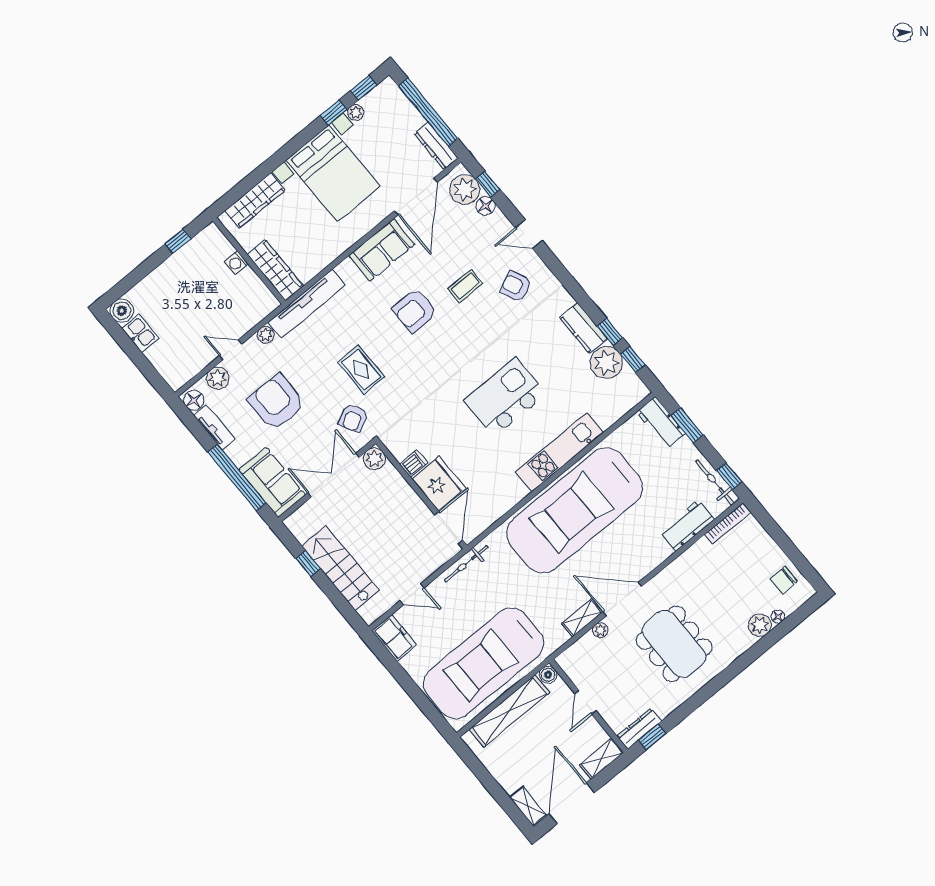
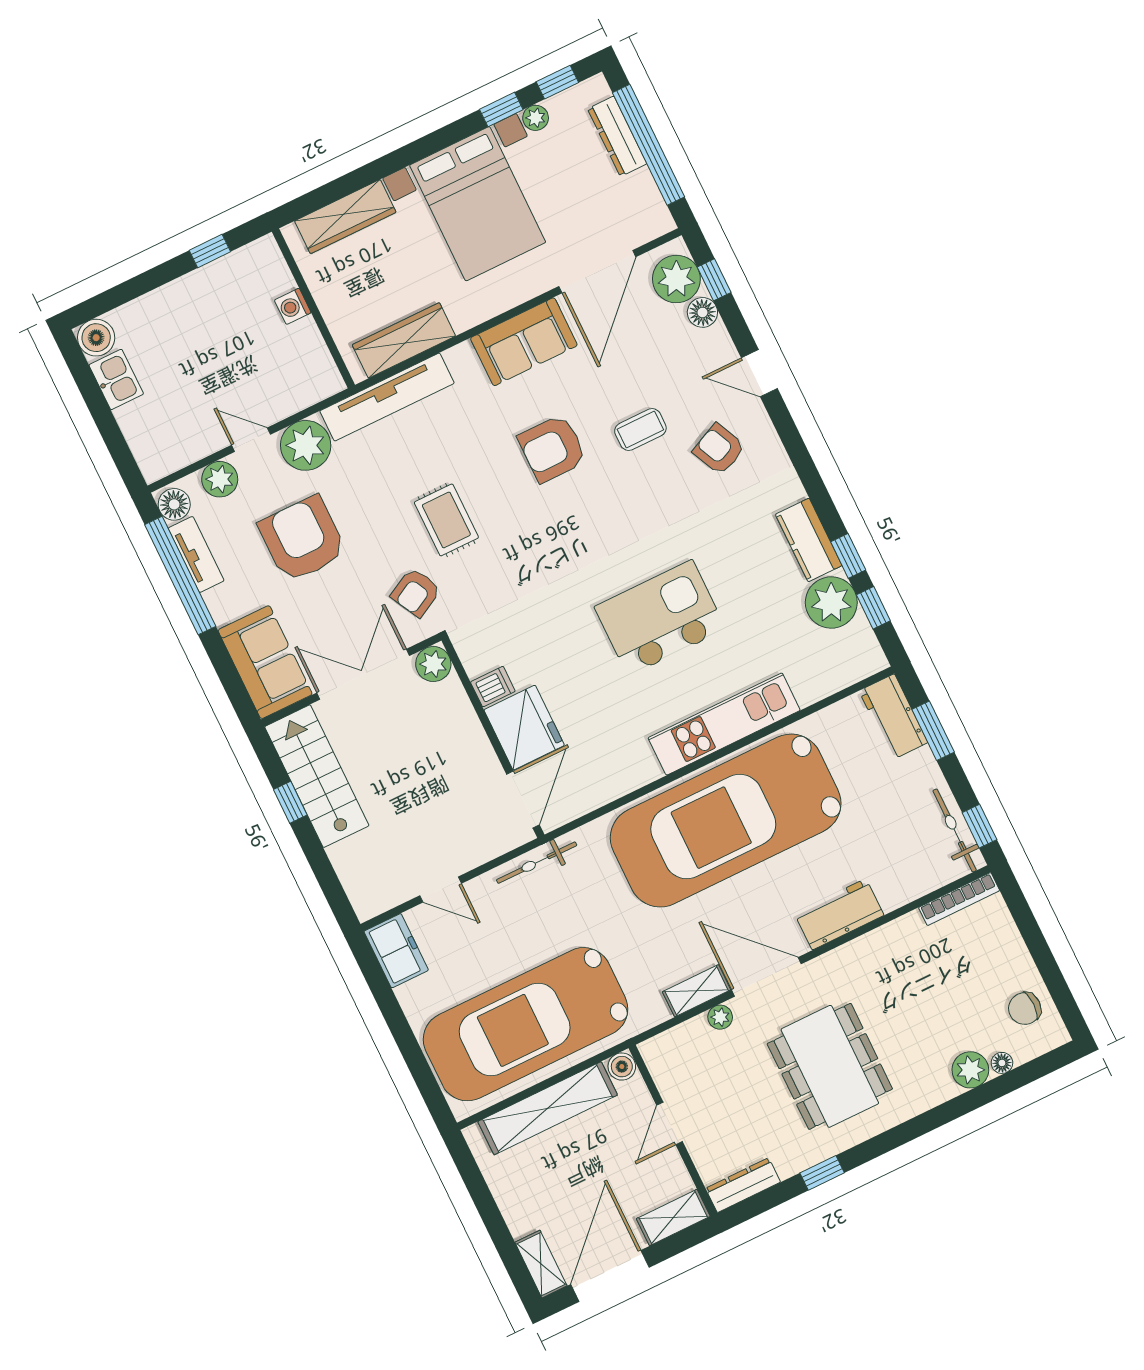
dresser: (436, 146) -> (617, 136), moved
wardrobe: (275, 270) -> (404, 340), moved, turned -90
plant: (266, 335) -> (306, 445), width x1.88, depth x1.88
window: (237, 478) -> (180, 576), moved
workbench: (687, 526) -> (839, 914), moved
stairs: (341, 568) -> (317, 776), moved
window: (652, 737) -> (822, 1173), moved

